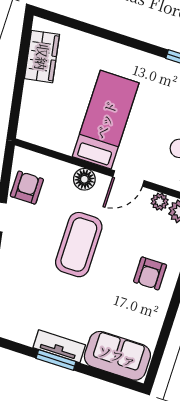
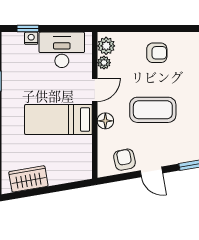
door: (129, 179) -> (95, 90), hinge flipped
armchair: (27, 188) -> (124, 160), turned 78

